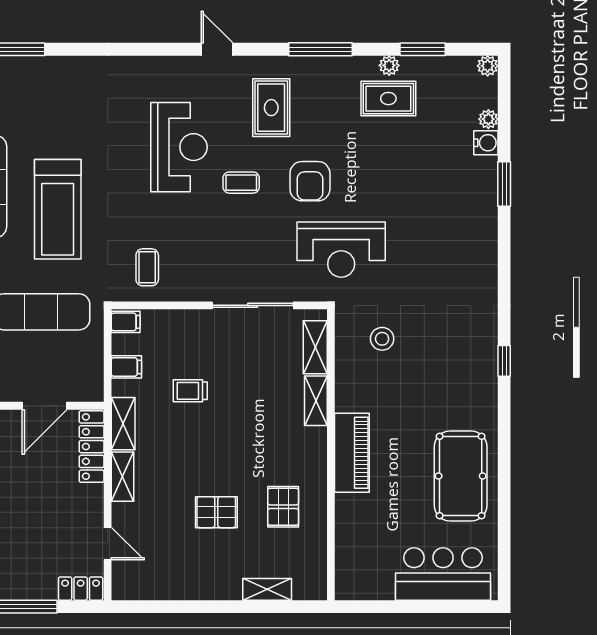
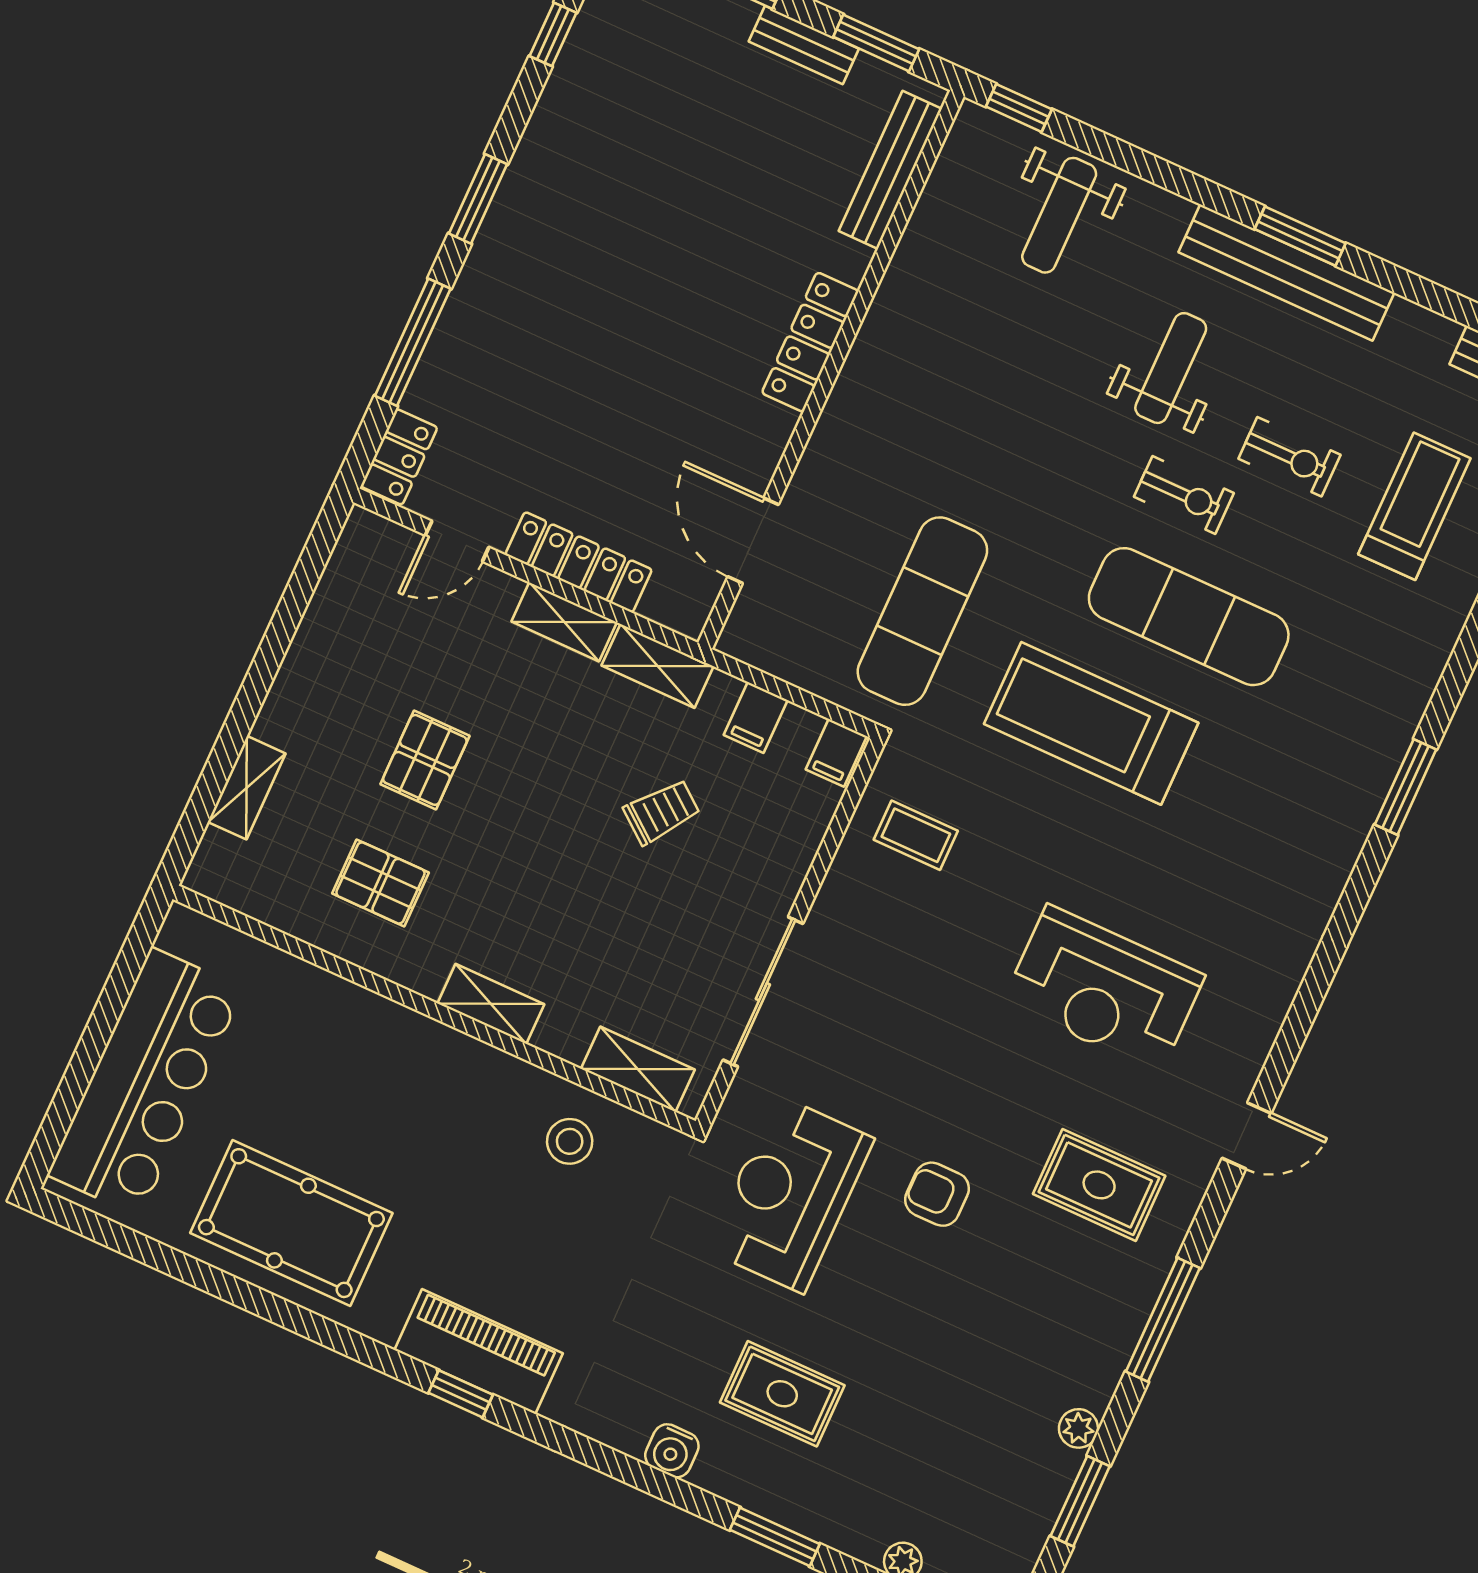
rug: (388, 99) -> (782, 1394), moved, turned 90
water cooler: (486, 143) -> (672, 1451), moved
armchair: (310, 181) -> (937, 1194), width x0.72, depth x0.72
coffee table: (241, 183) -> (990, 1071), removed
stool: (382, 339) -> (570, 1141), moved
trolley: (190, 391) -> (662, 812), turned 38
shelving: (316, 401) -> (491, 1004), moved
locker: (92, 447) -> (579, 562), moved
piano: (352, 453) -> (479, 1352), moved, turned 180
bar counter: (443, 574) -> (145, 1082), width x1.36

